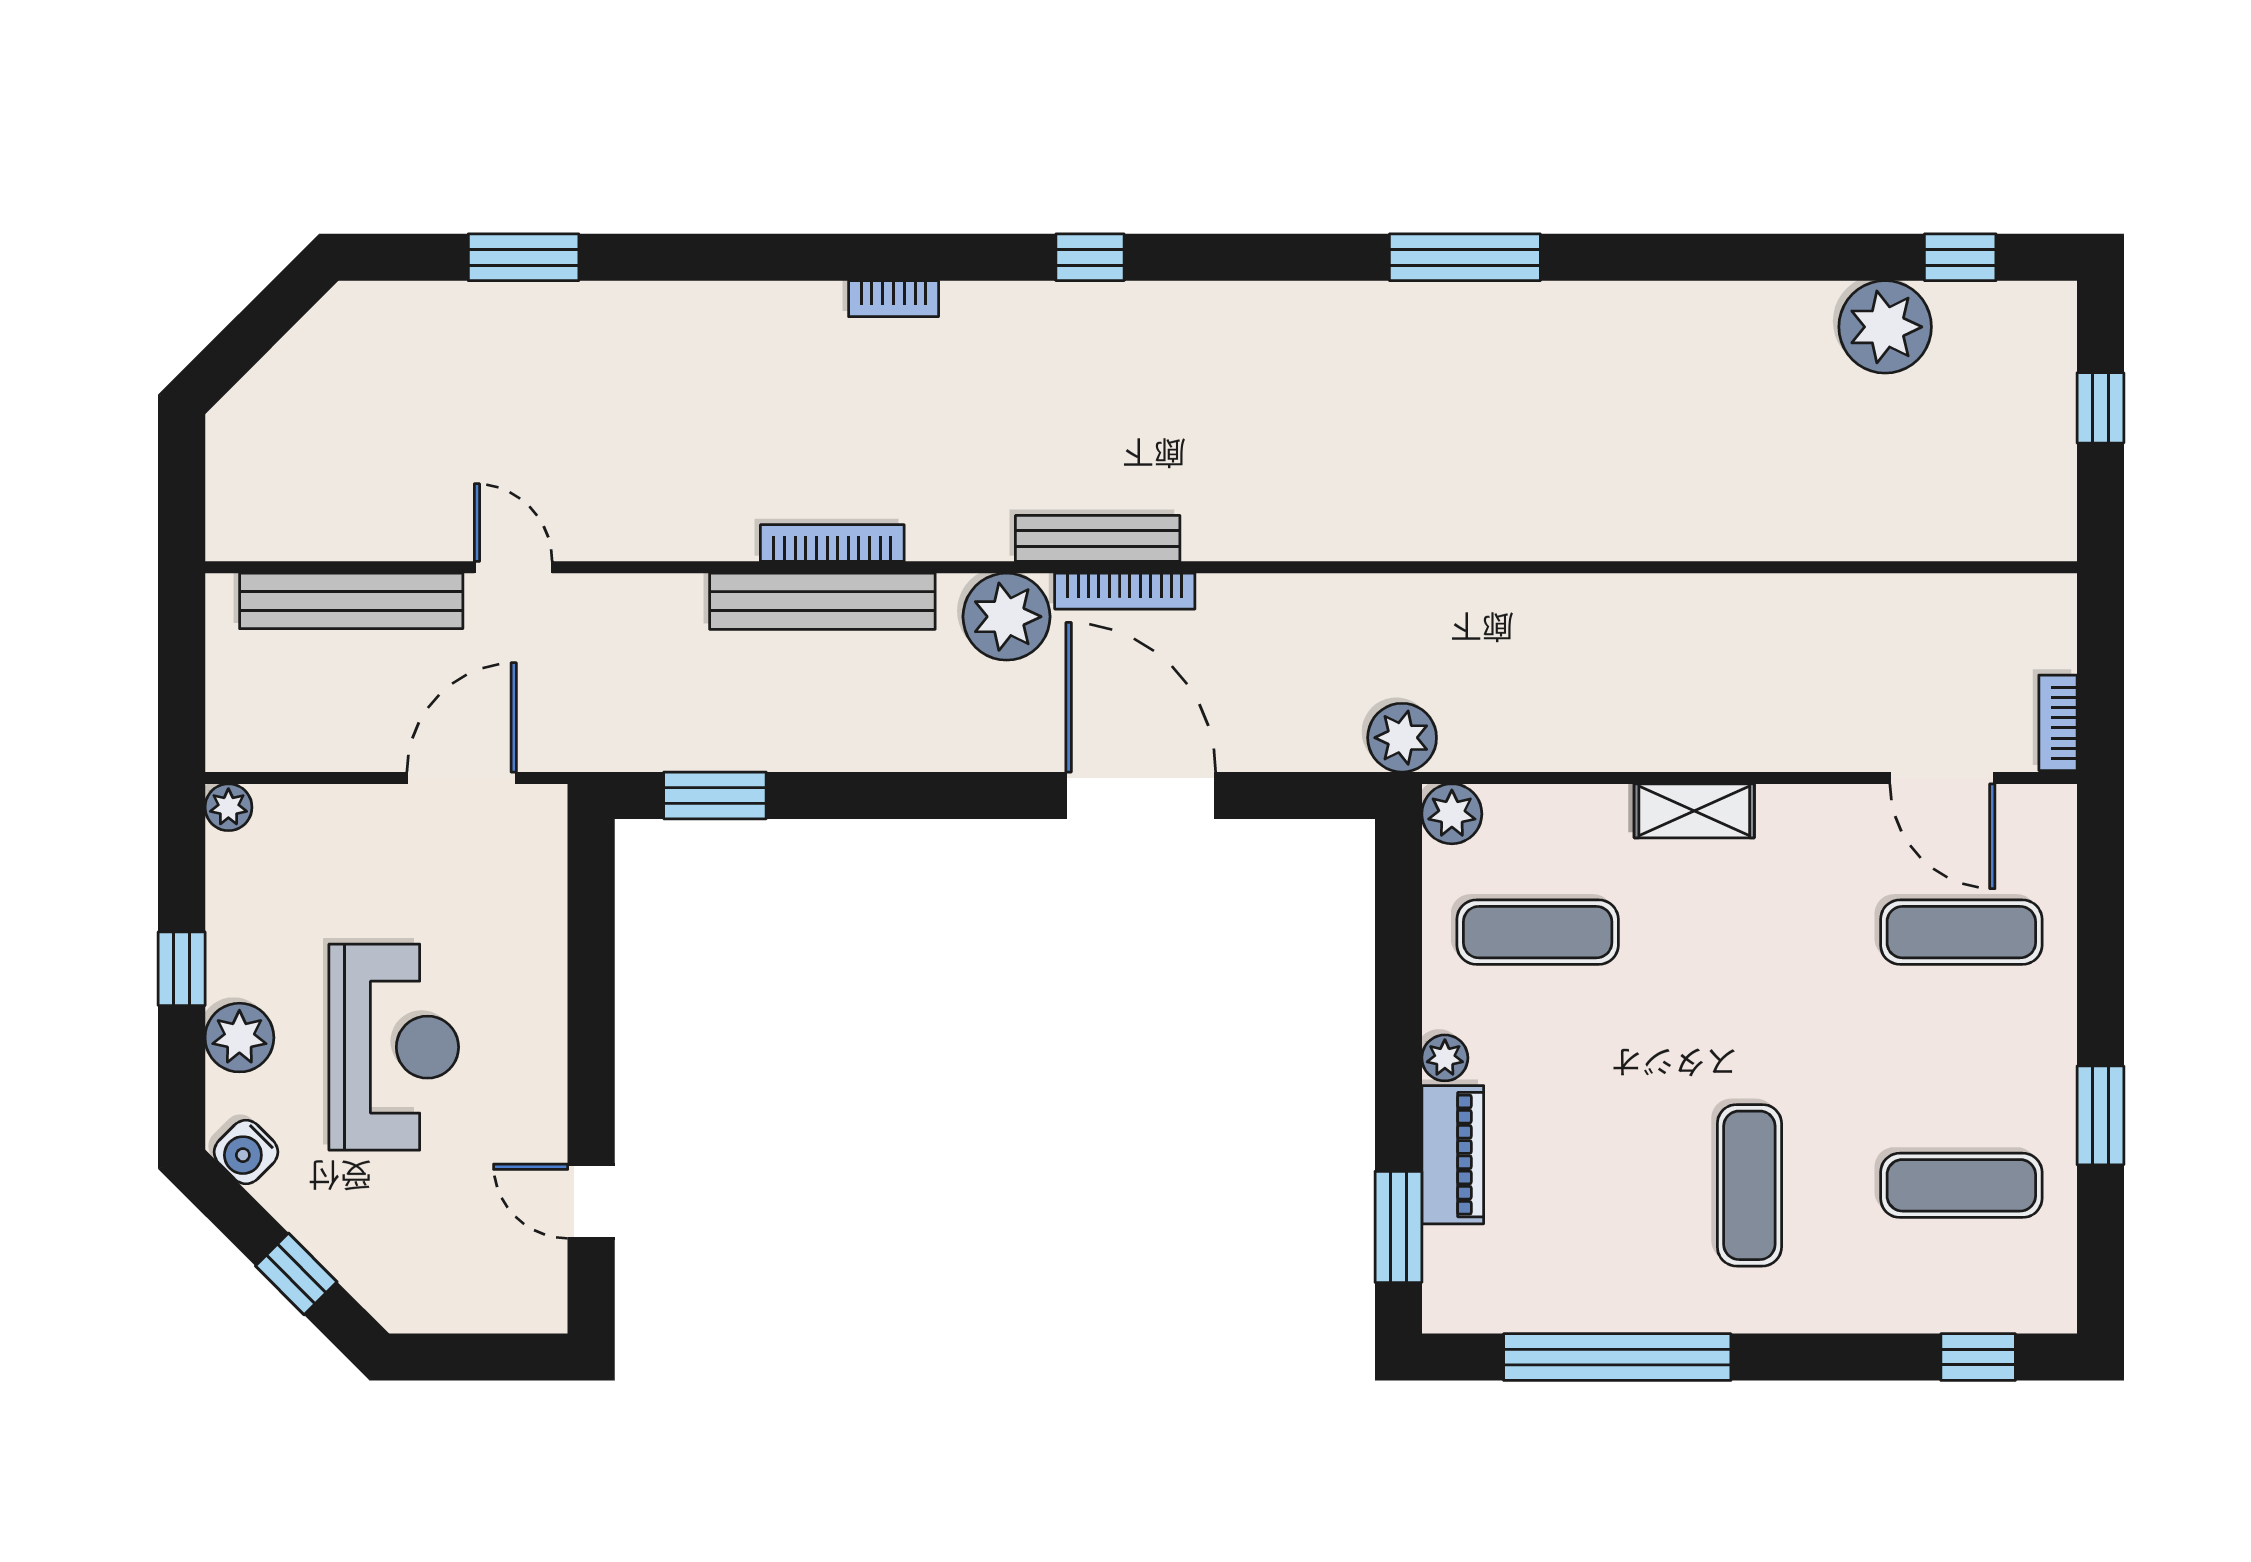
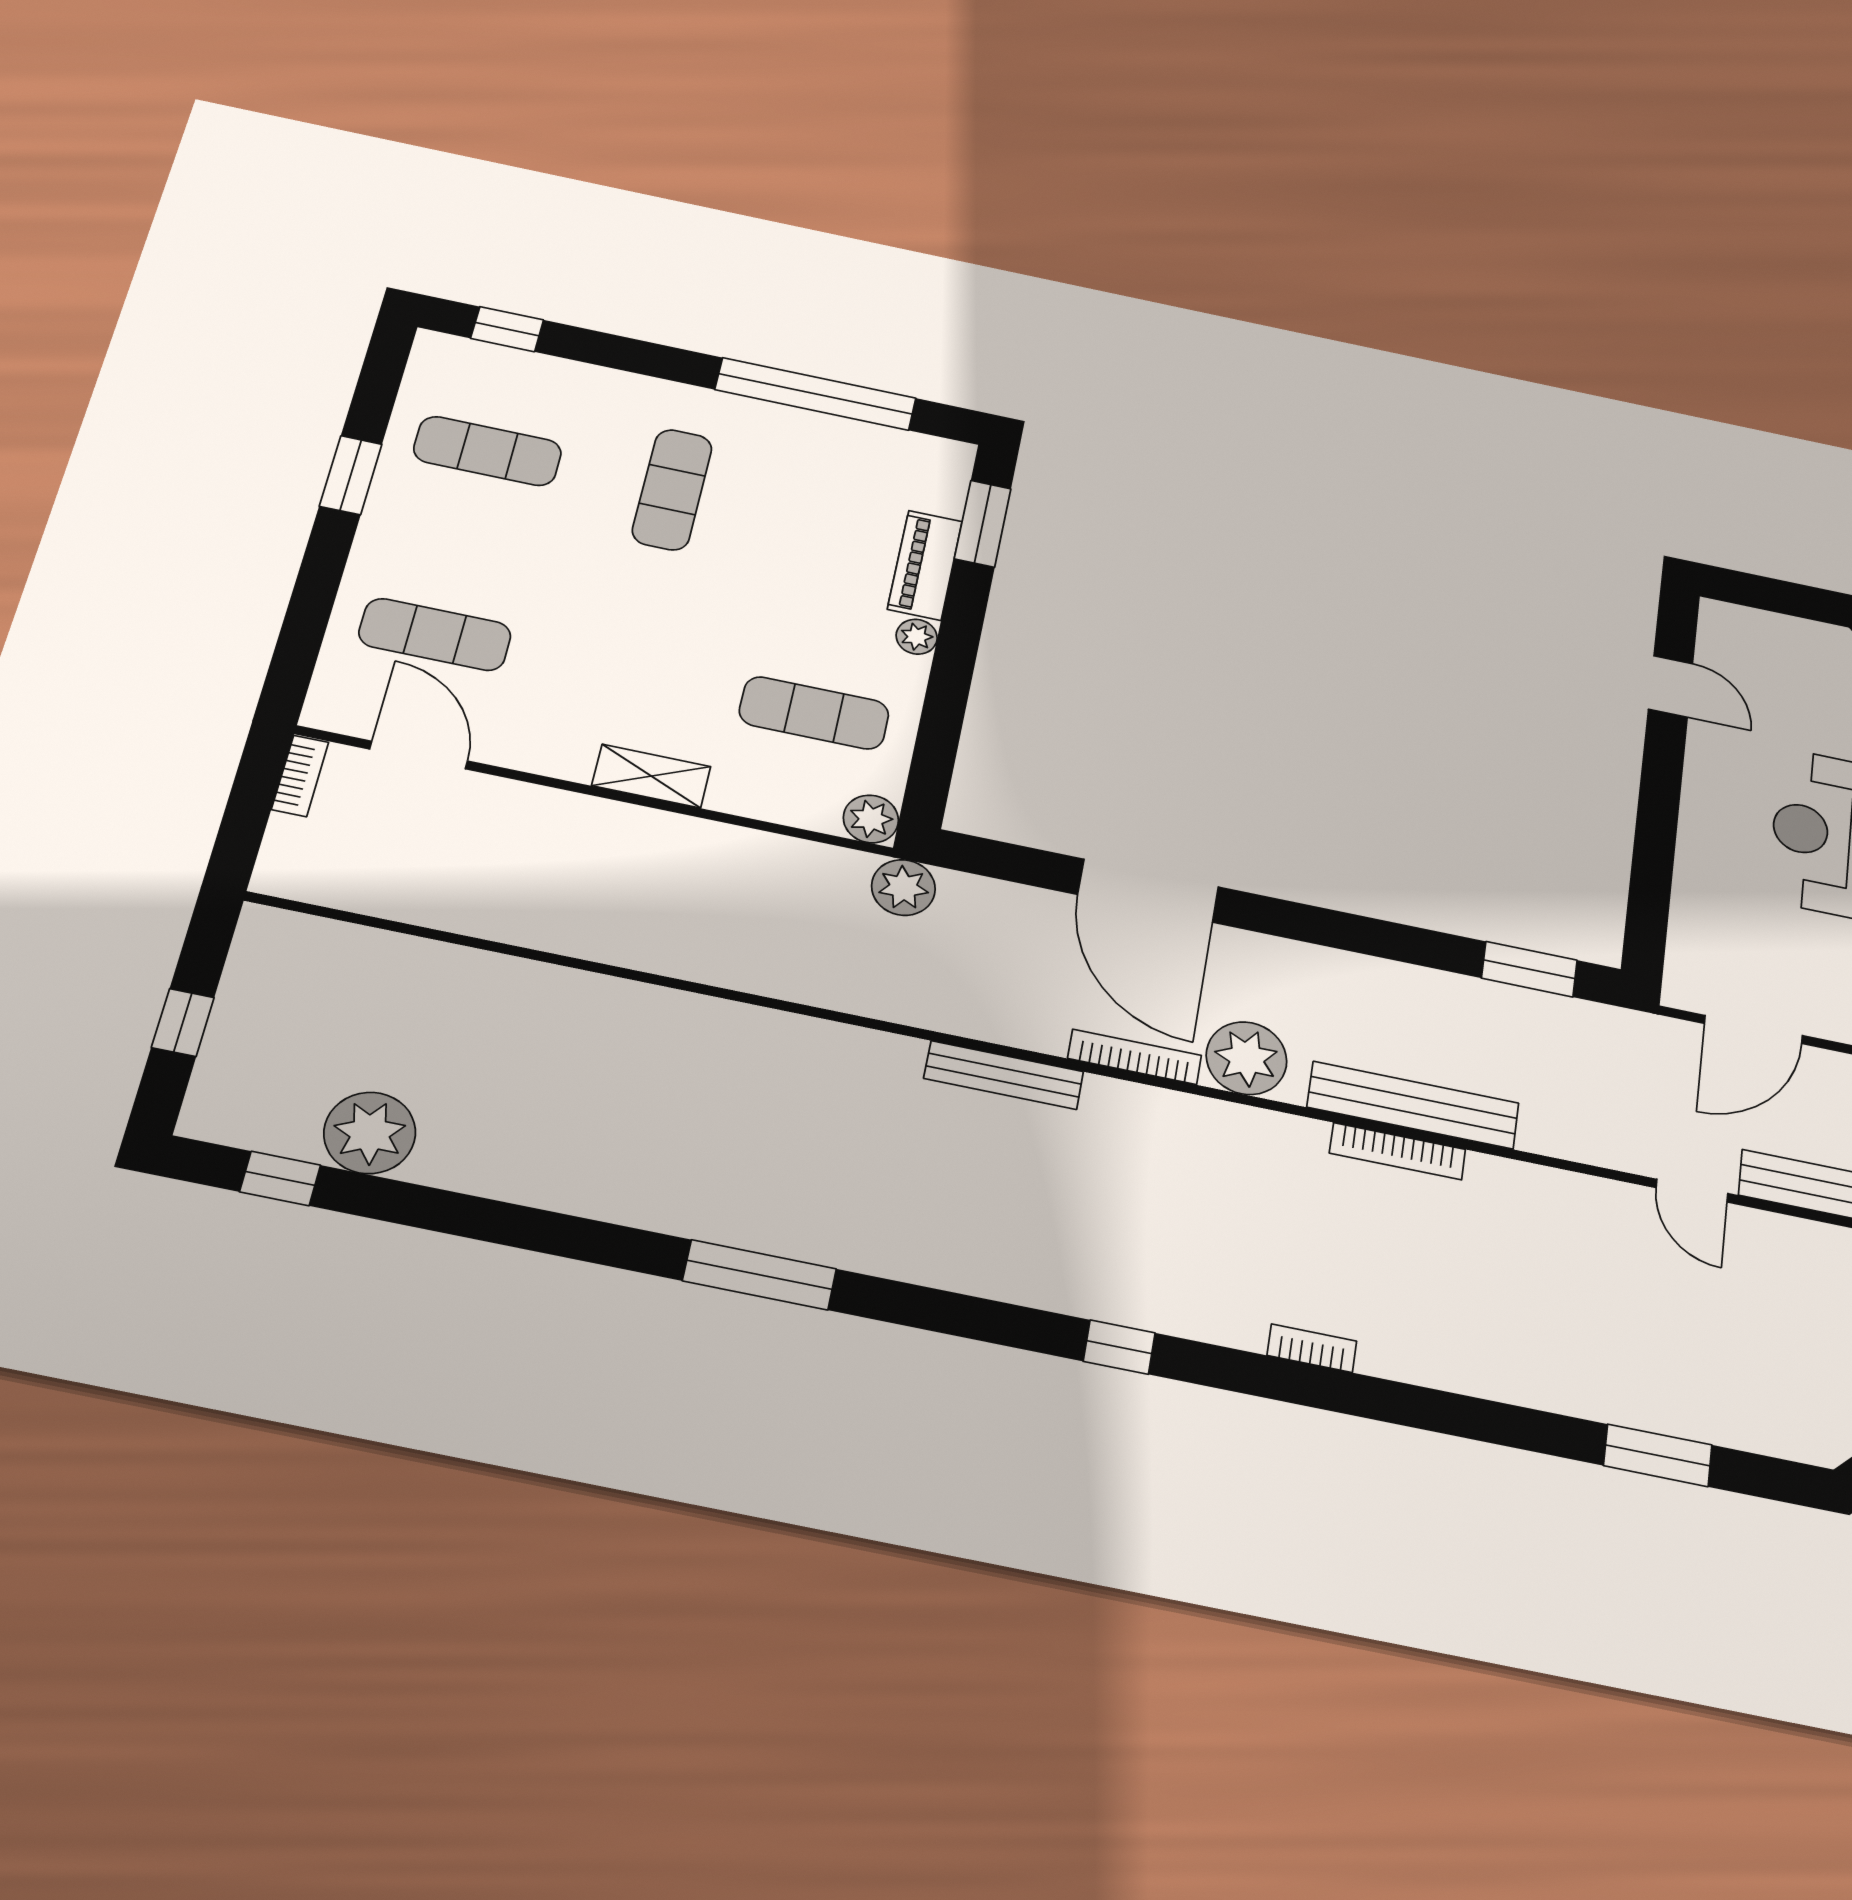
bench: (1098, 538) -> (1004, 1075), moved

